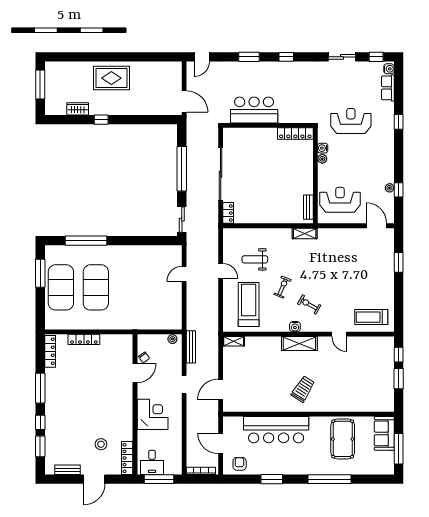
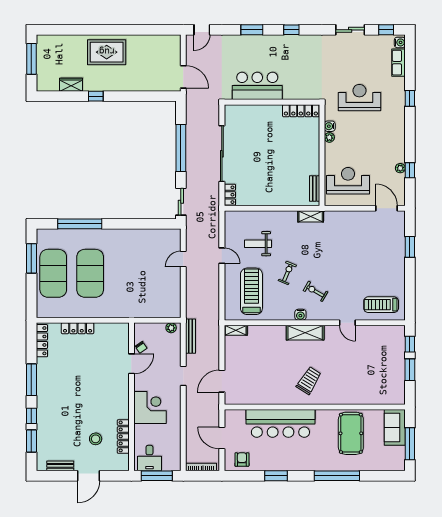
locker: (127, 458) -> (123, 436), moved

